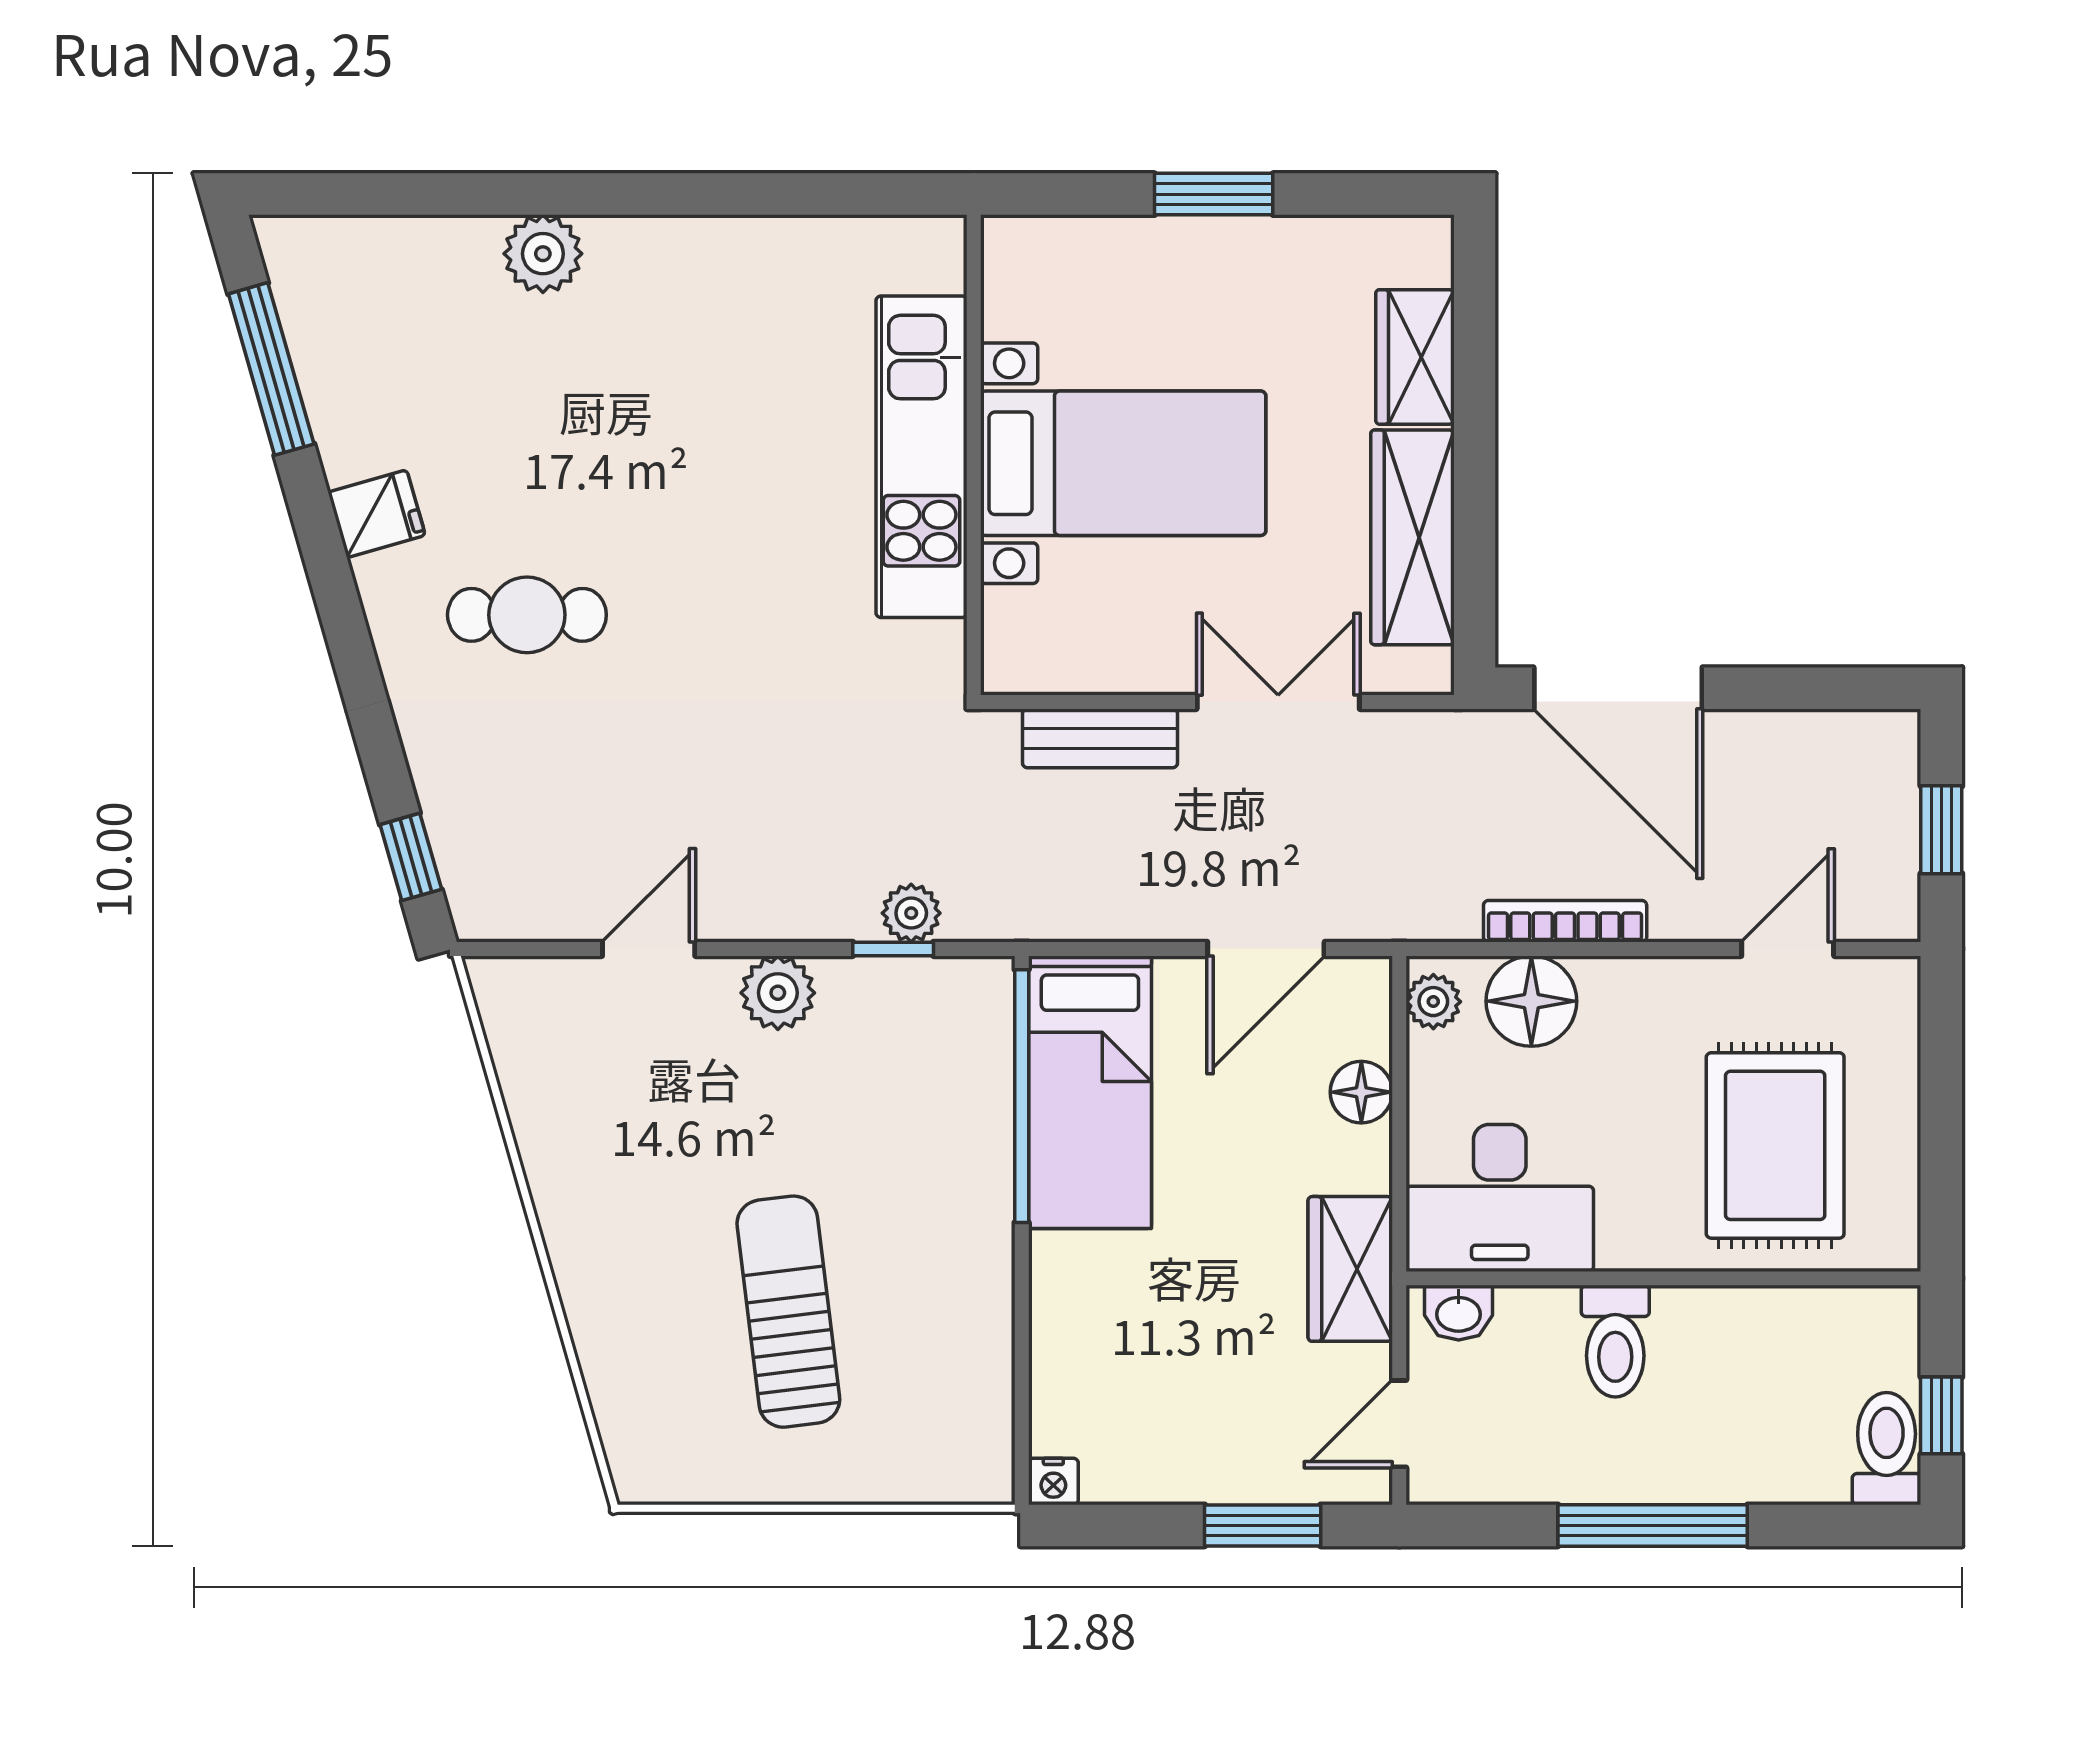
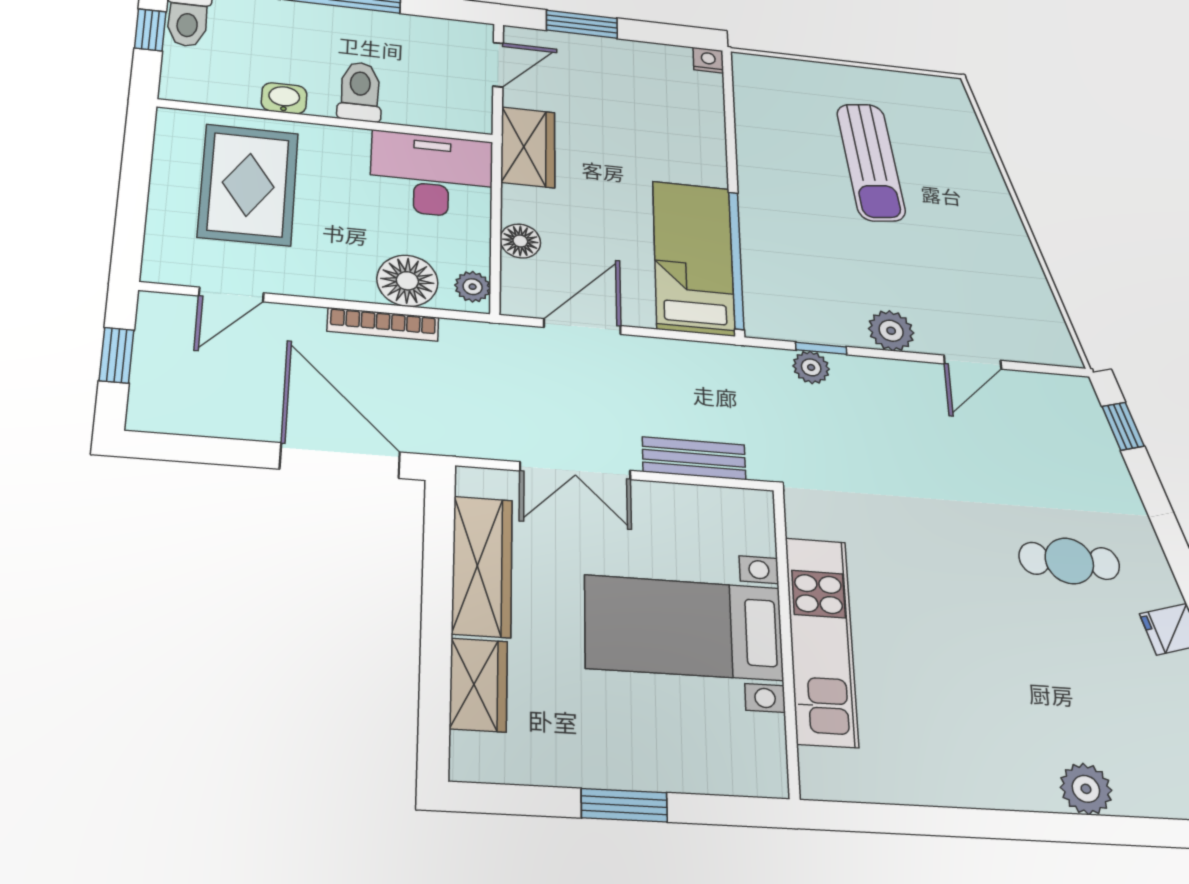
washbasin: (1459, 1313) -> (284, 98), moved

